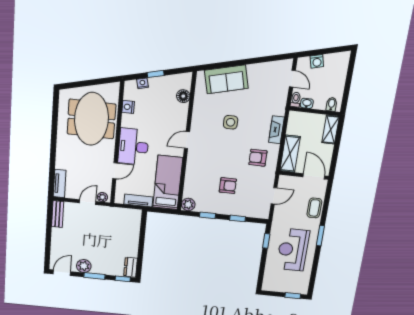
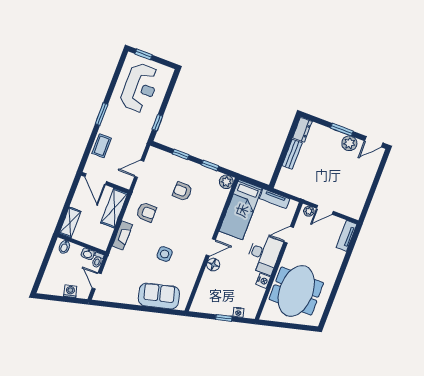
floor lamp: (183, 96) -> (213, 265), moved
nightstand: (128, 107) -> (263, 281), moved
bench: (58, 214) -> (292, 154), moved
reception desk: (293, 250) -> (140, 88), moved
window: (123, 279) -> (314, 119), removed

